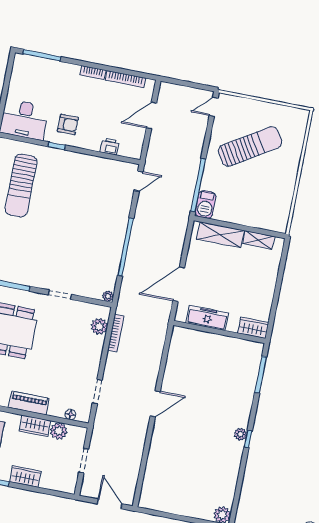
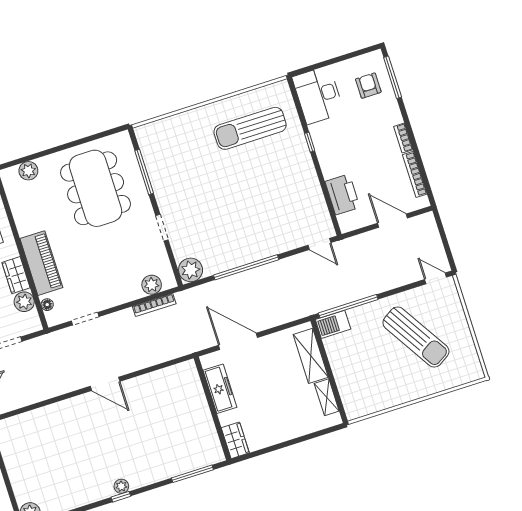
armchair: (68, 124) -> (368, 86), moved, turned 180
printer: (110, 146) -> (342, 194), width x1.87, depth x1.48
plant: (108, 296) -> (191, 270), width x1.88, depth x1.88
piano: (29, 403) -> (41, 263), width x1.37, depth x1.33

